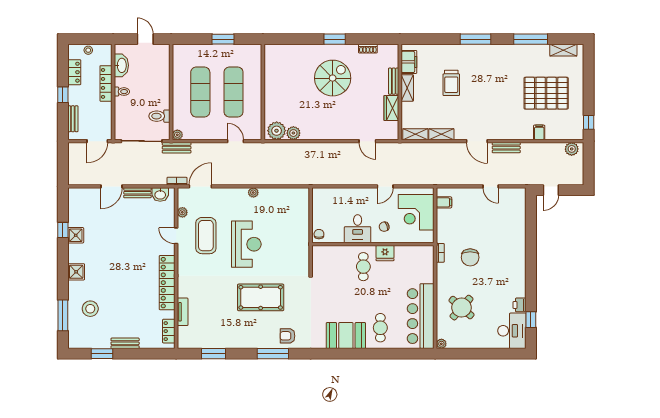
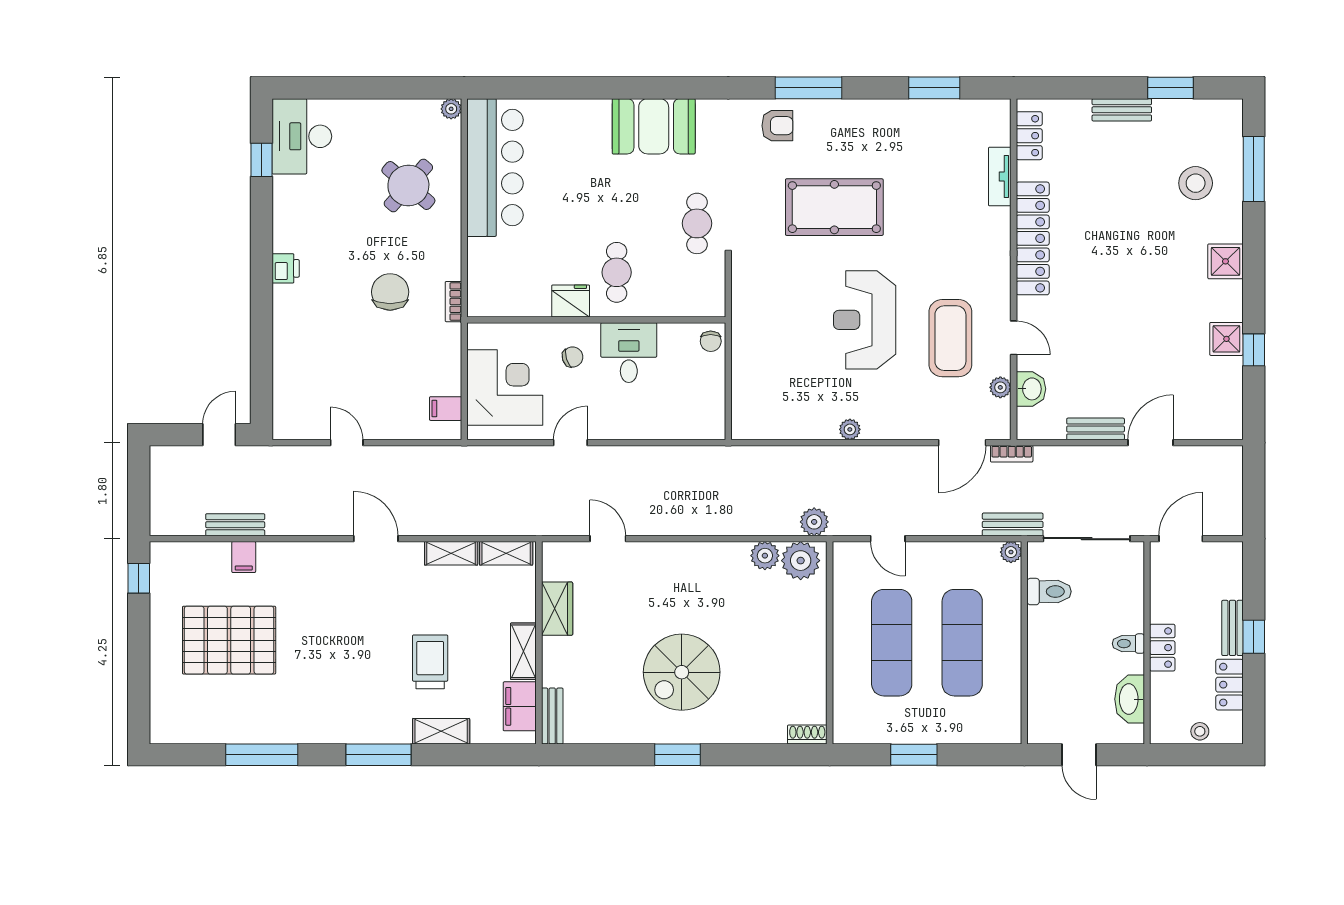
shoe rack: (368, 49) -> (807, 734), moved
shelving: (563, 50) -> (441, 731), moved
bench: (394, 81) -> (552, 716), moved
locker: (106, 83) -> (1162, 648), width x0.66
bench: (73, 119) -> (1232, 628), moved
bench: (506, 148) -> (235, 525), moved
plant: (572, 149) -> (814, 522), moved
washbasin: (160, 195) -> (1031, 389), moved, turned 90
printer: (519, 305) -> (286, 268), moved
cafe table: (380, 328) -> (697, 223), moved

